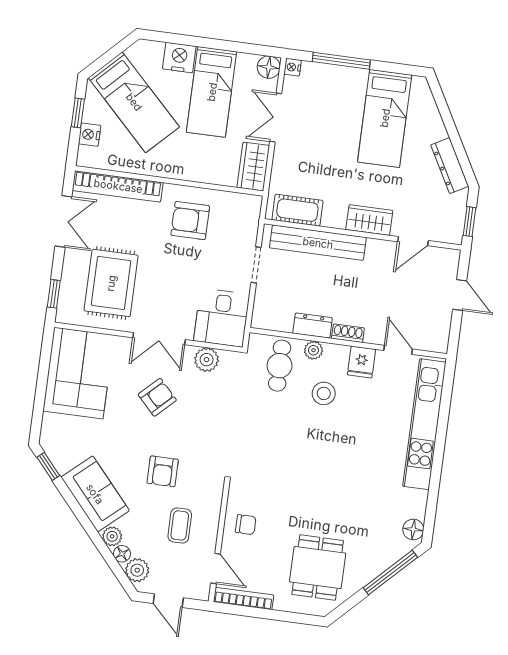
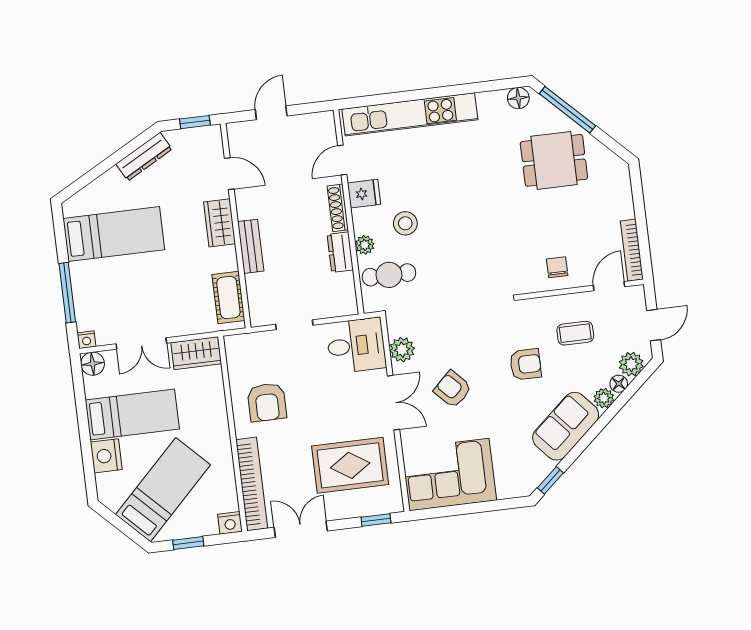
nightstand: (90, 135) -> (230, 523), moved
bench: (318, 243) -> (251, 246), width x0.54, depth x0.82
shoe rack: (348, 333) -> (338, 208), width x1.43
dining table: (318, 567) -> (554, 160), moved

